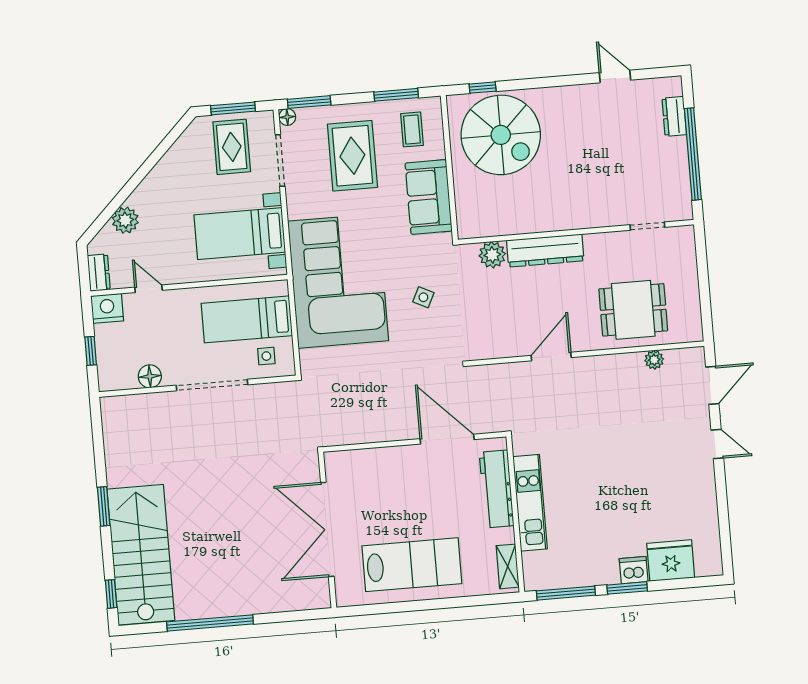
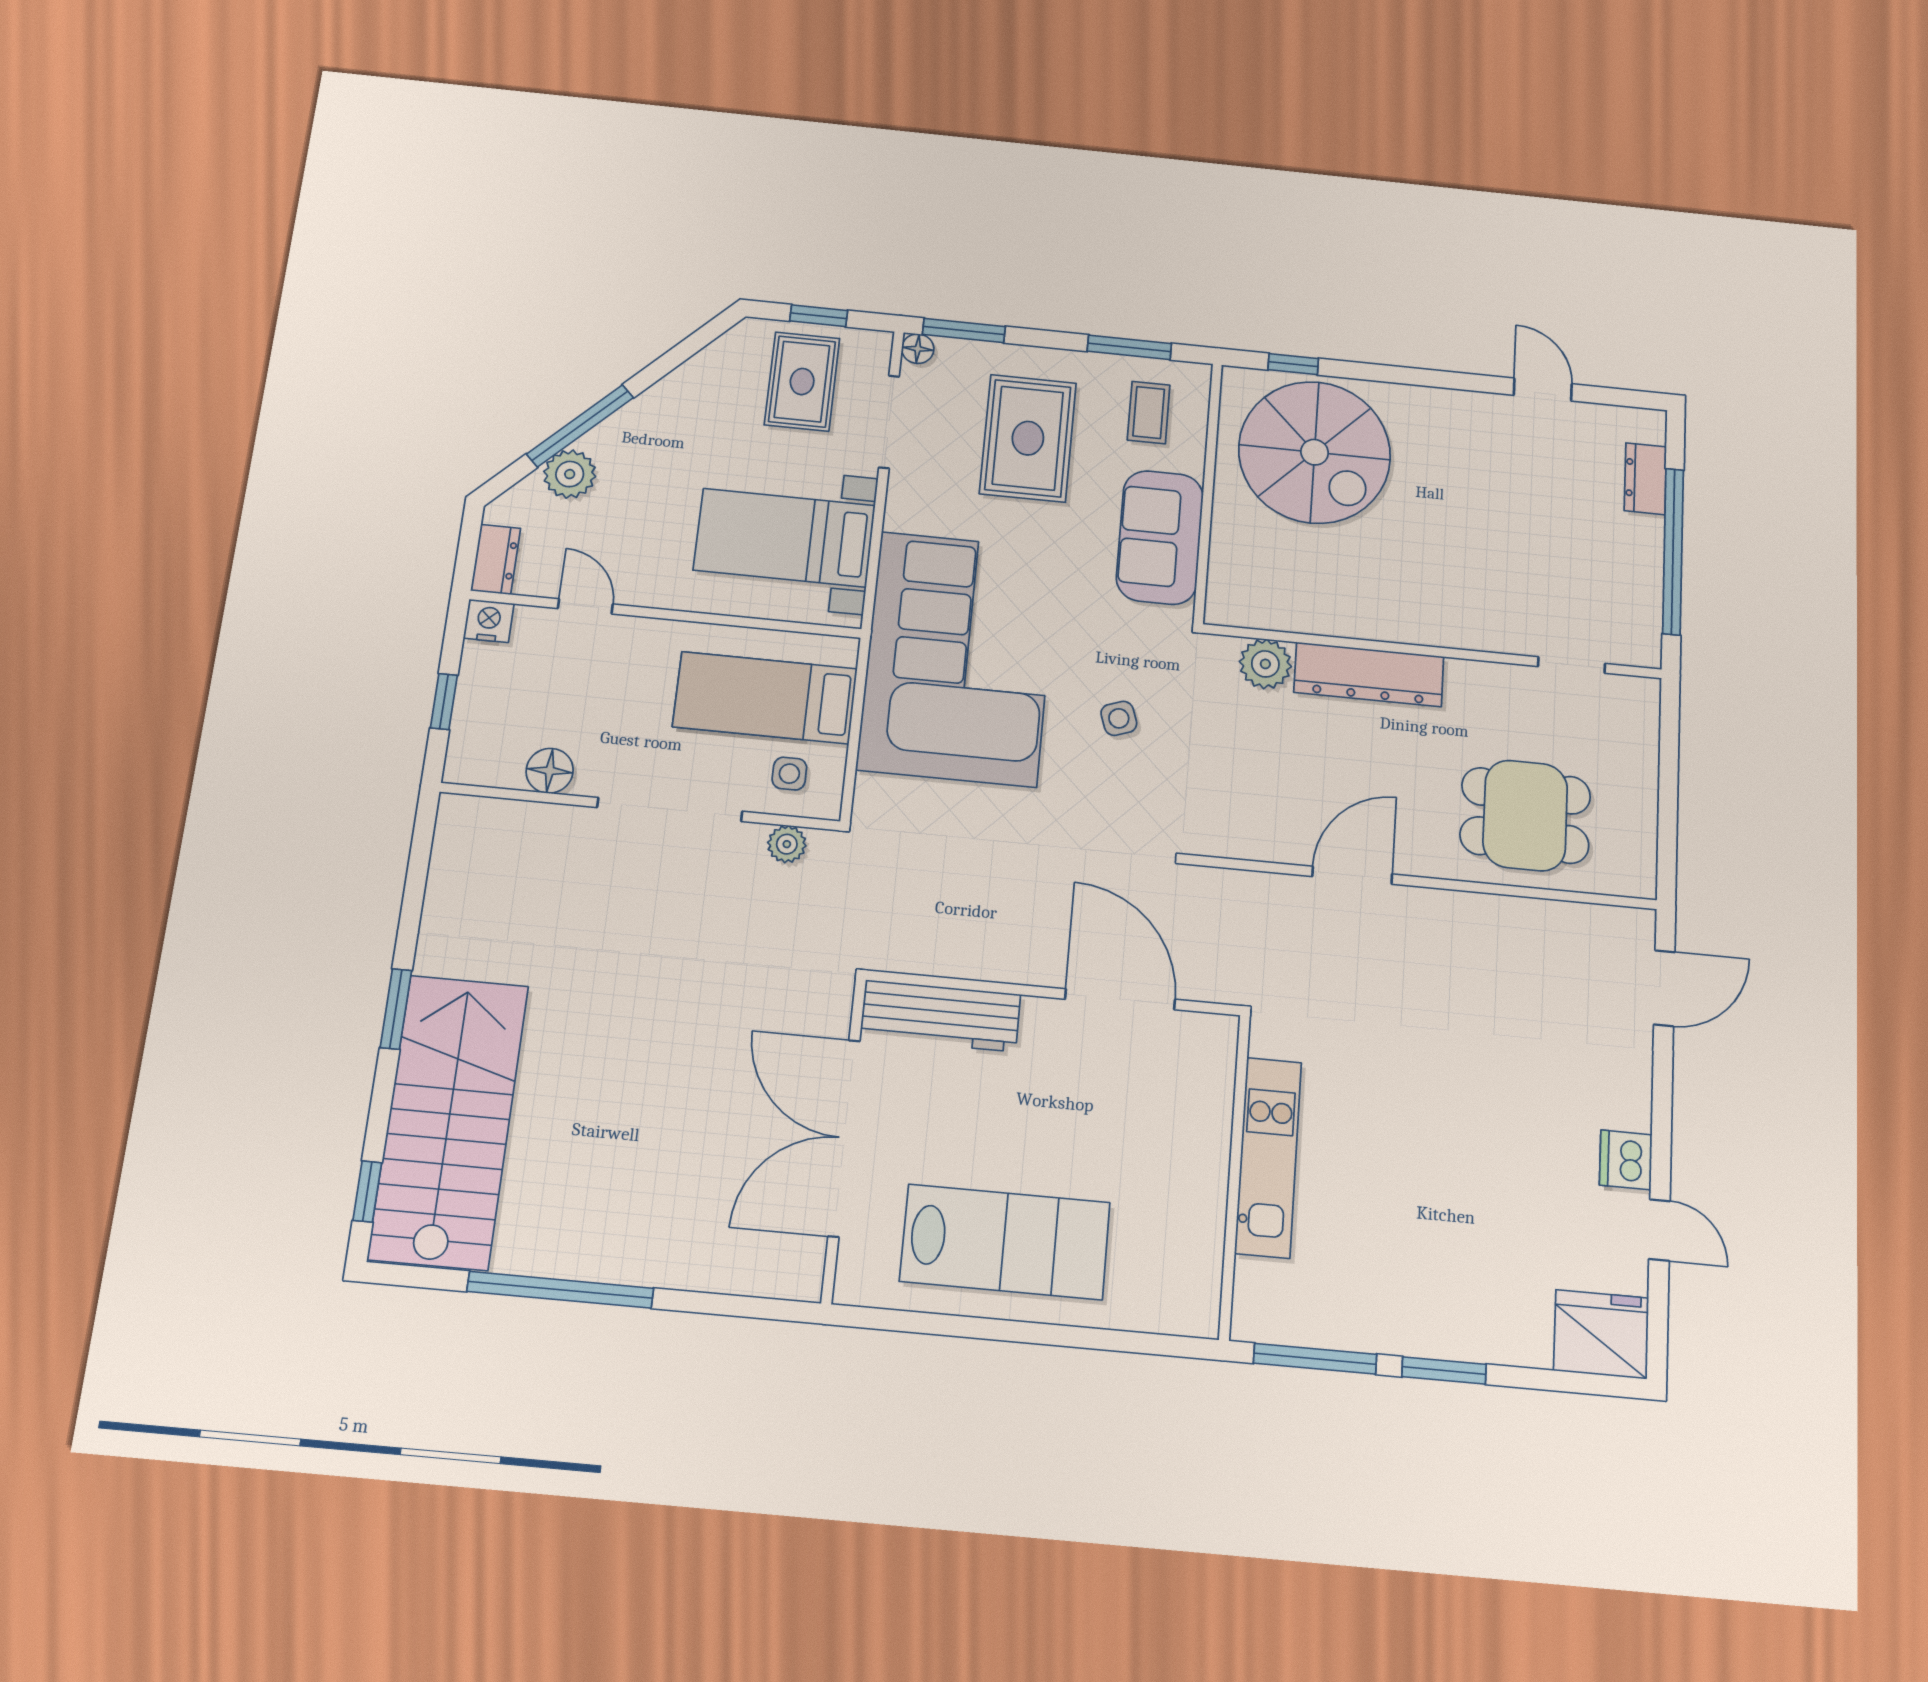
window: (233, 108) -> (819, 316), width x0.67
window: (125, 193) -> (580, 426), added
side table: (423, 297) -> (1119, 718), turned 45
nightstand: (107, 308) -> (489, 621), width x0.74, depth x0.75
plant: (654, 360) -> (787, 844), moved
door: (717, 444) -> (1659, 1230), moved
workbench: (497, 489) -> (940, 1016), moved, turned -90
fridge: (671, 561) -> (1601, 1334), moved
shelving: (508, 566) -> (1202, 1281), removed
dishwasher: (634, 570) -> (1626, 1160), moved, turned -90

